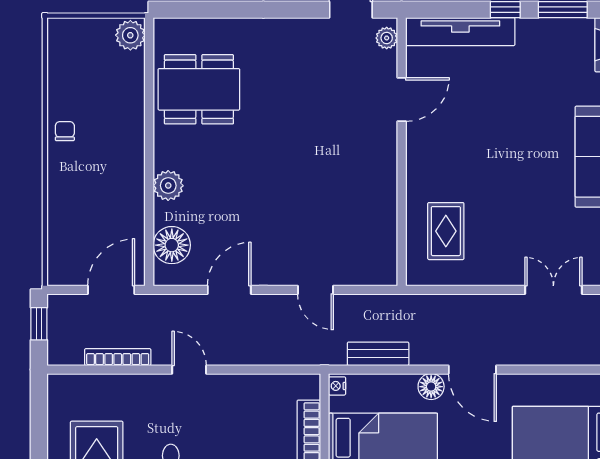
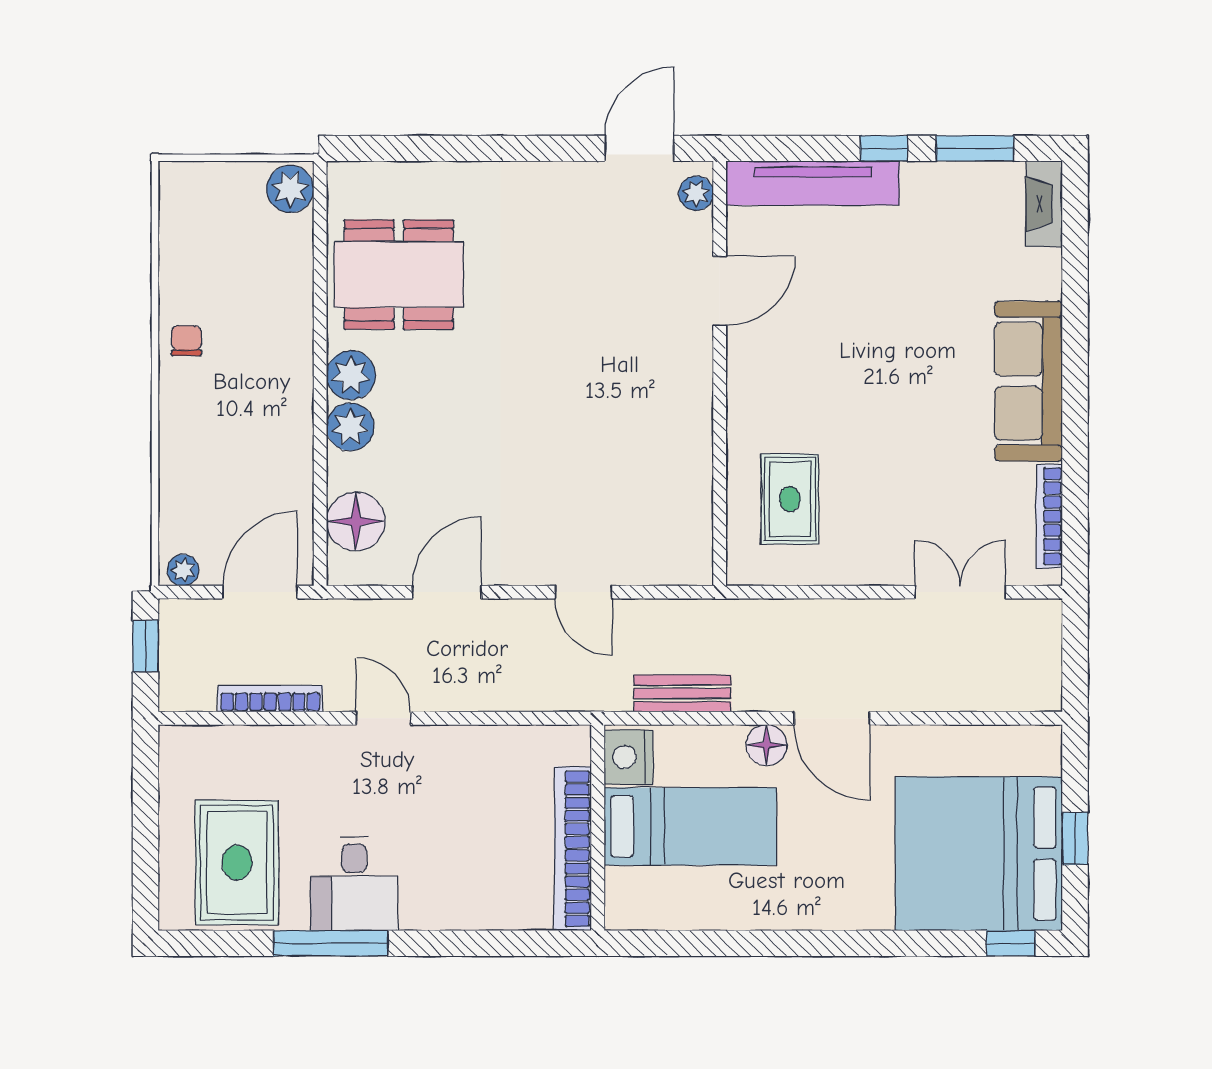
plant: (169, 153) -> (351, 375), added
plant: (63, 276) -> (183, 570), added
nightstand: (337, 386) -> (628, 757), width x1.89, depth x1.79

